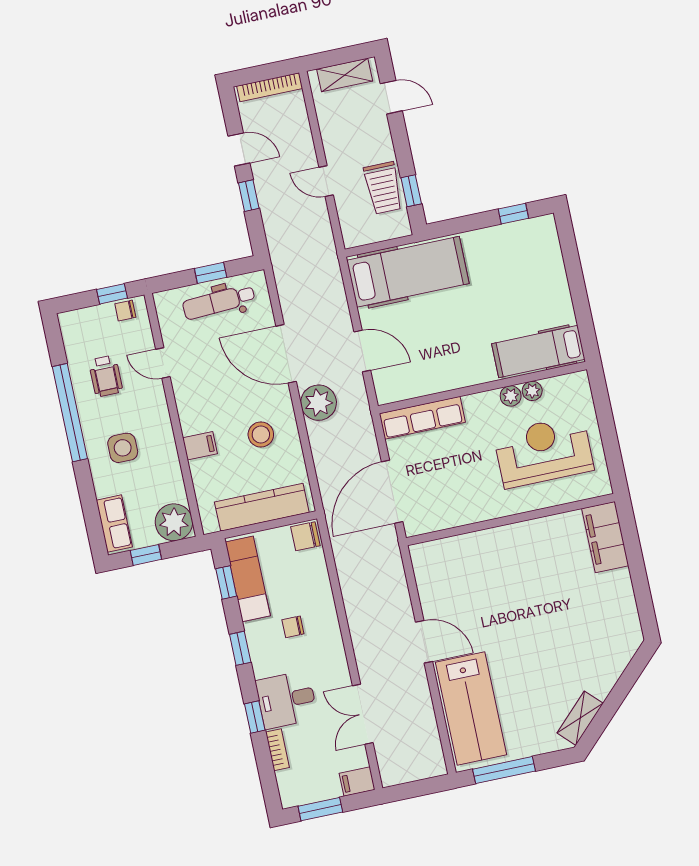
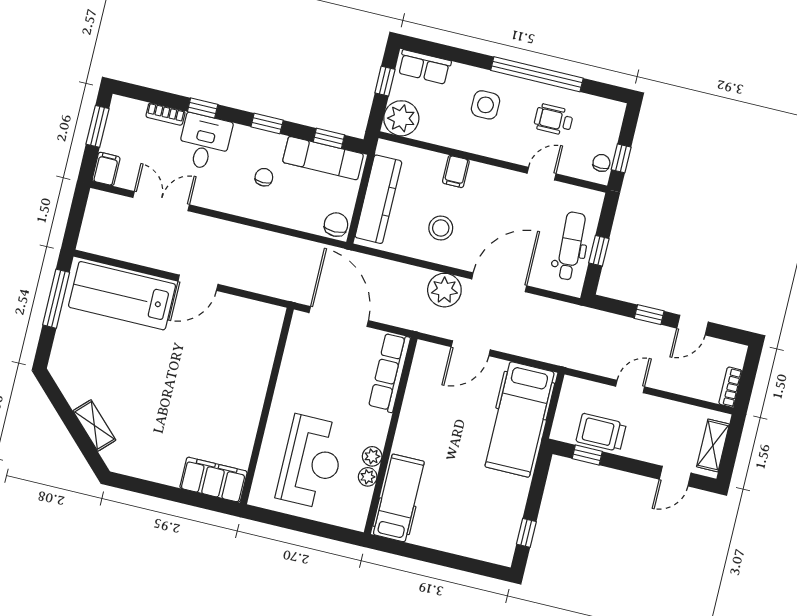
bookcase: (270, 87) -> (730, 387), width x0.64
shelving: (580, 718) -> (94, 425), moved

